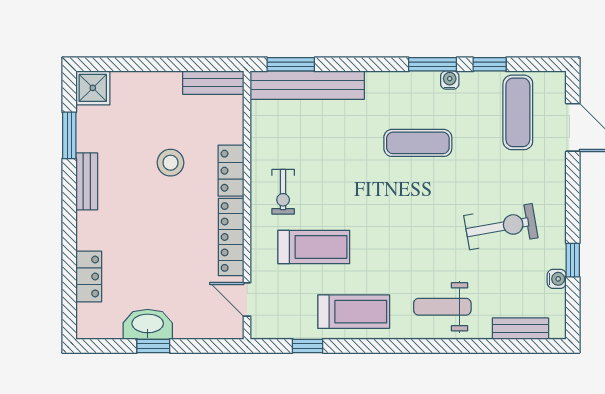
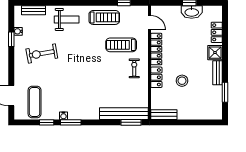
shower: (93, 88) -> (215, 53), moved
exercise mat: (418, 143) -> (77, 89), removed
treadmill: (354, 312) -> (104, 17), turned 180

